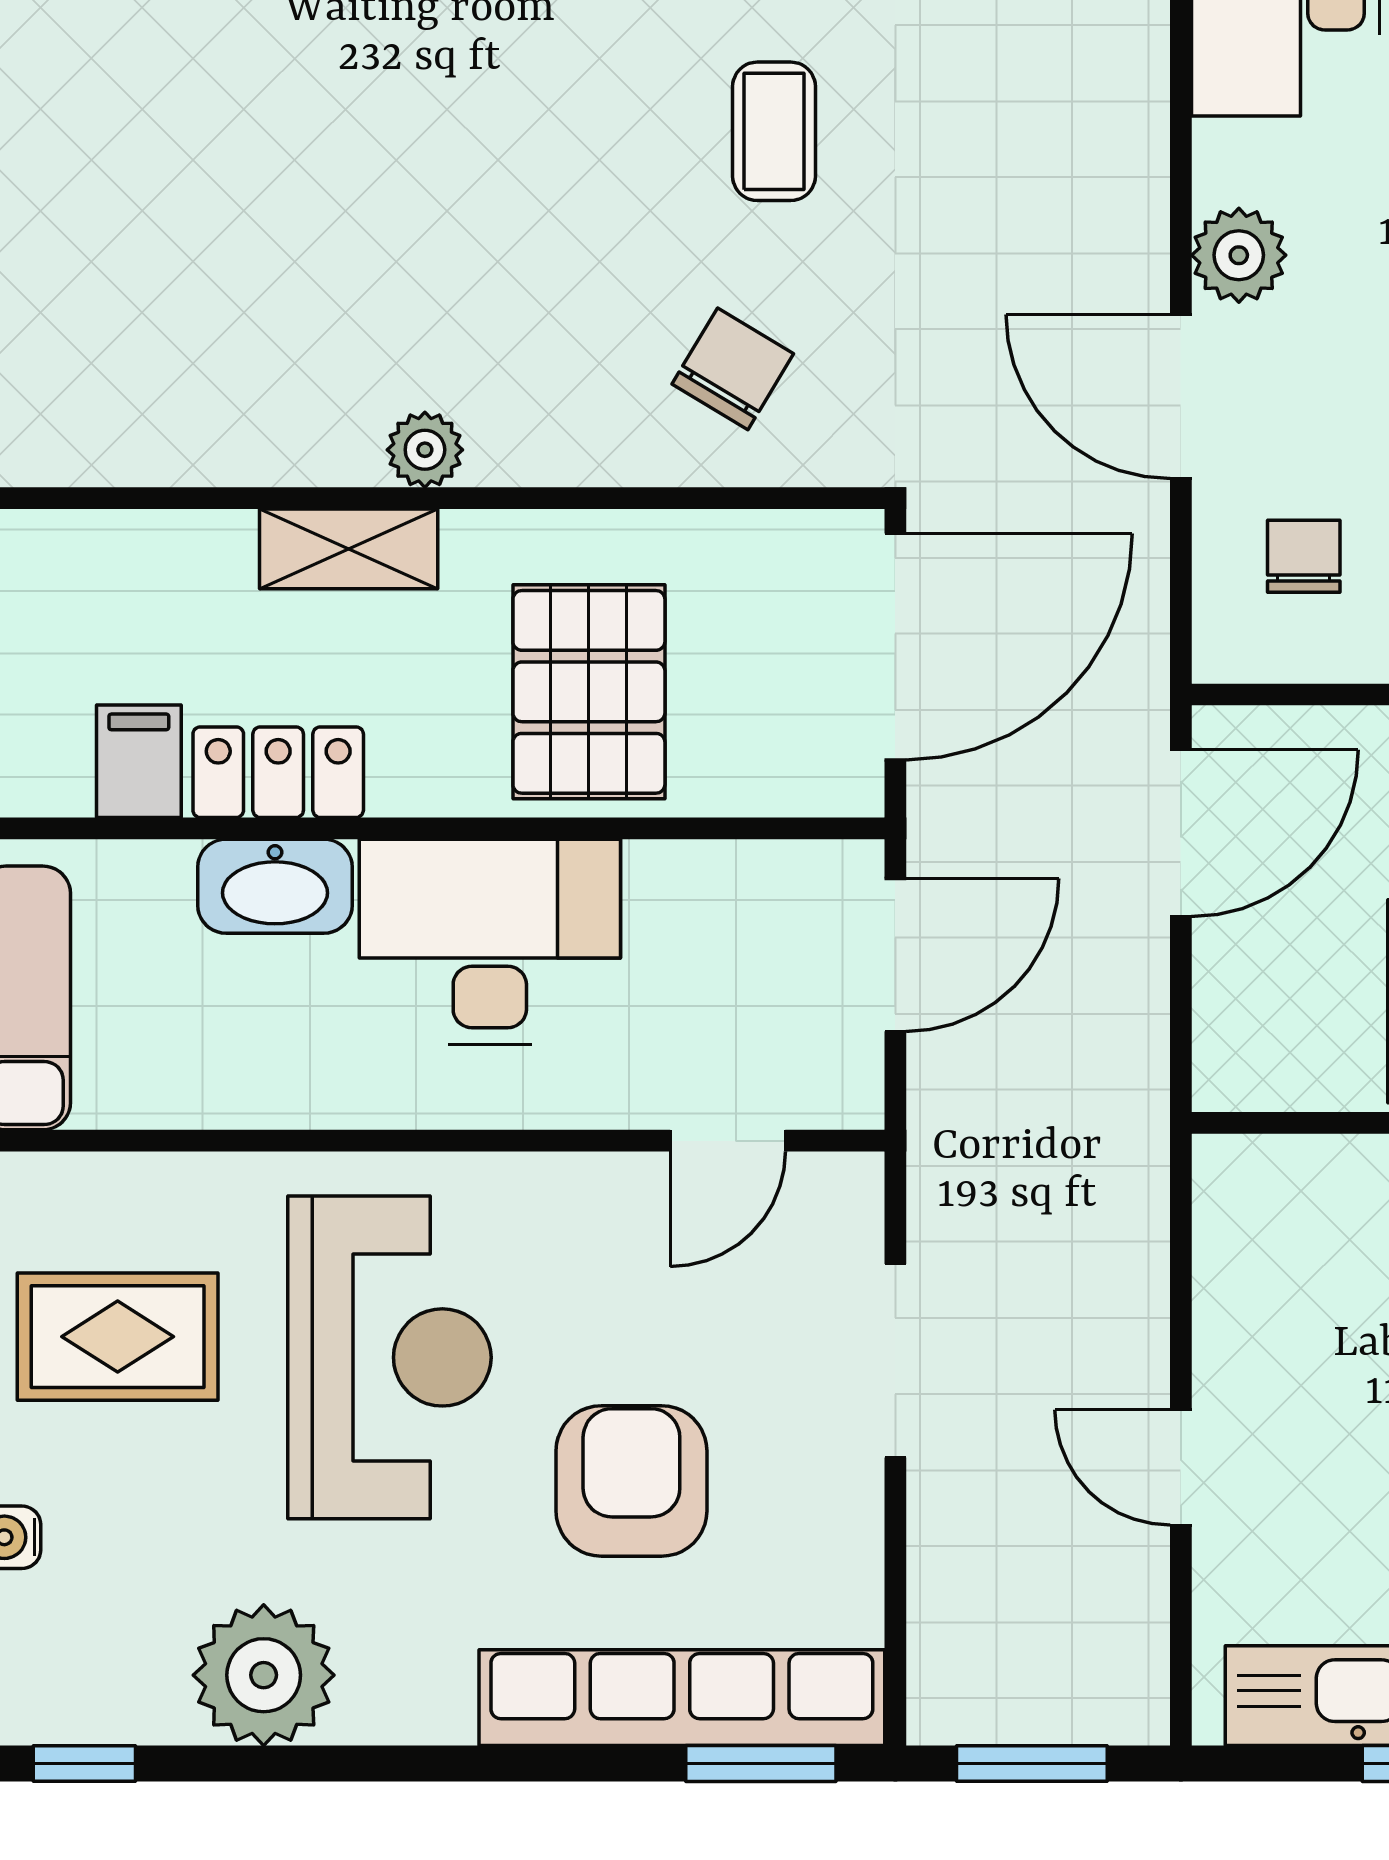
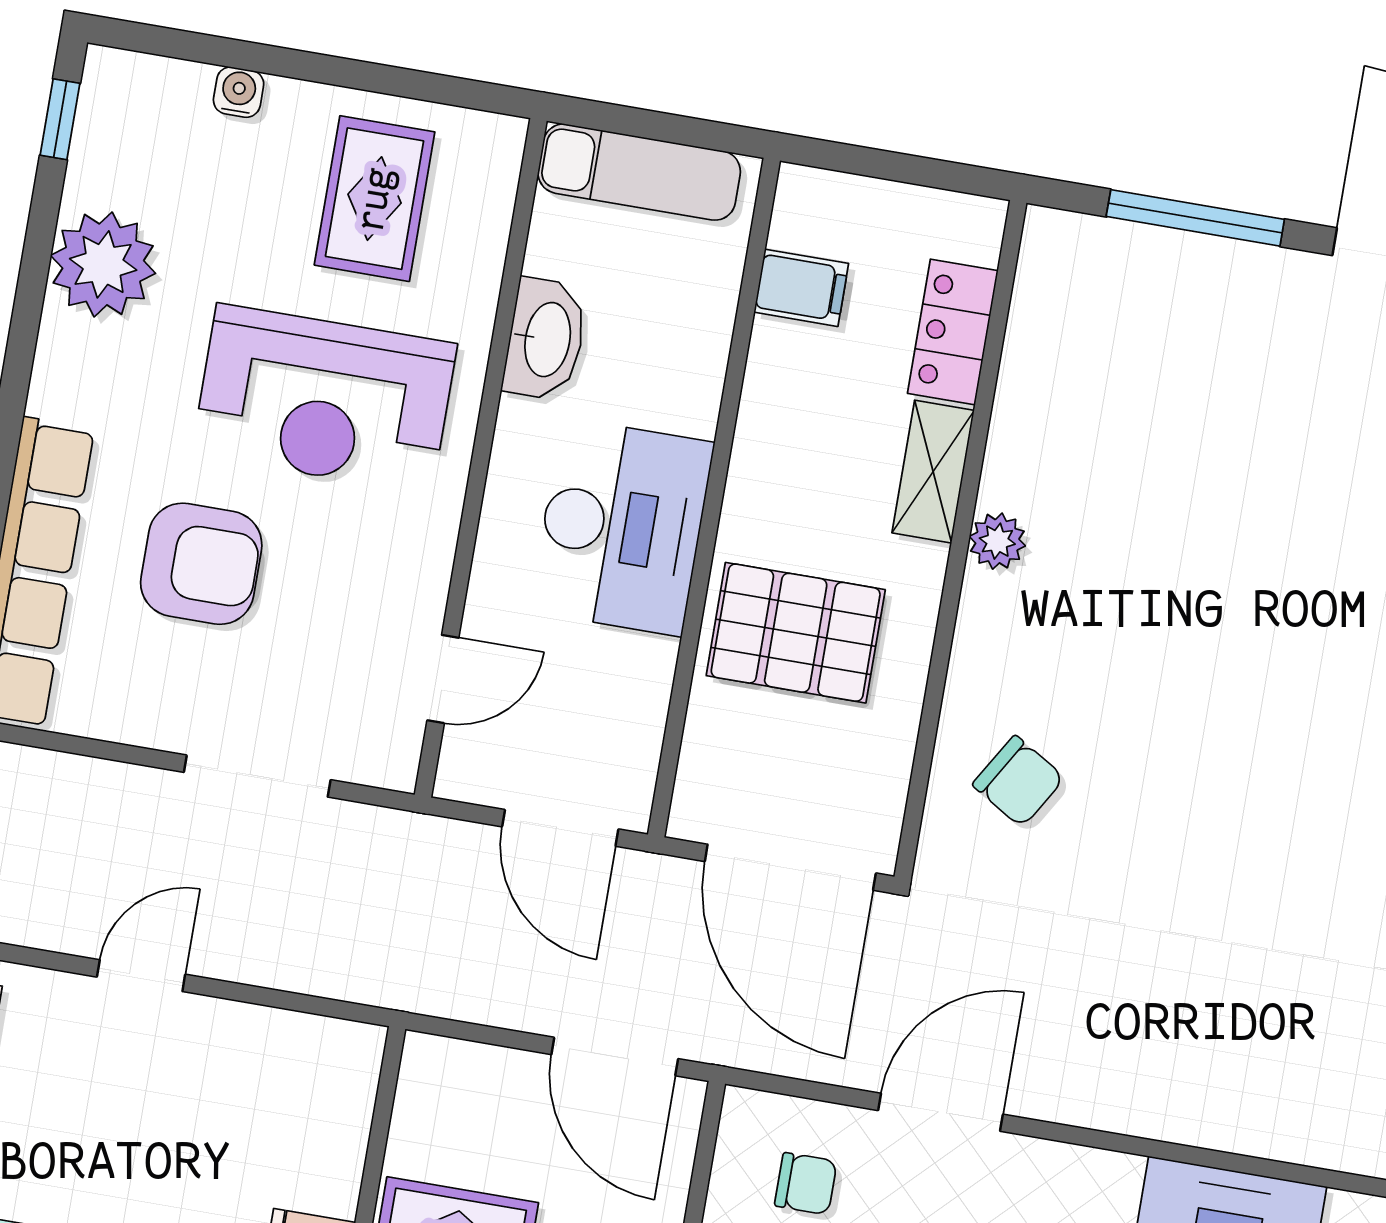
coffee table: (774, 131) -> (1191, 842), removed
plant: (1239, 255) -> (1039, 1174), removed
locker: (278, 772) -> (953, 332), moved, turned 180
washbasin: (275, 886) -> (545, 339), moved, turned 180
door: (728, 1141) -> (443, 679), swing flipped

